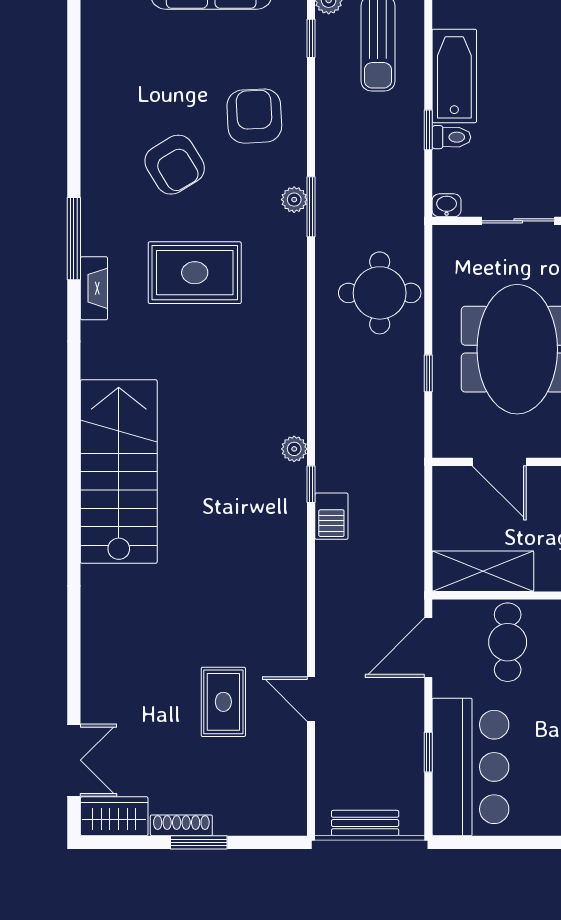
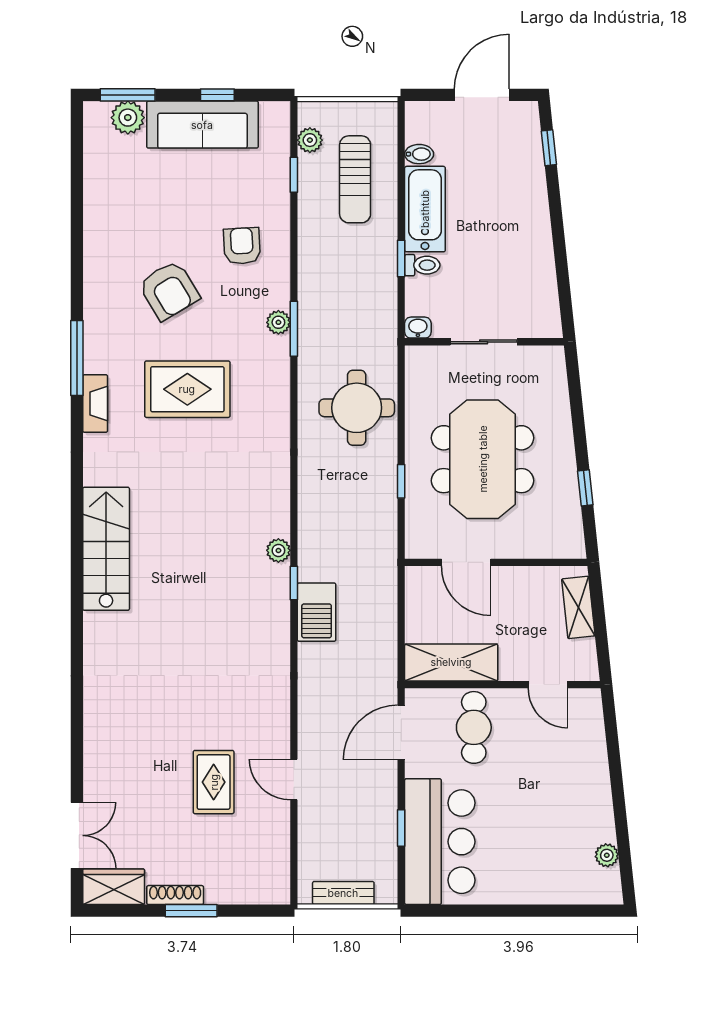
bidet: (448, 16) -> (419, 154), added
armchair: (254, 116) -> (242, 246), width x0.72, depth x0.72
stairs: (119, 472) -> (106, 549), width x0.73, depth x0.66
barbecue: (331, 516) -> (317, 612), width x1.38, depth x1.27

